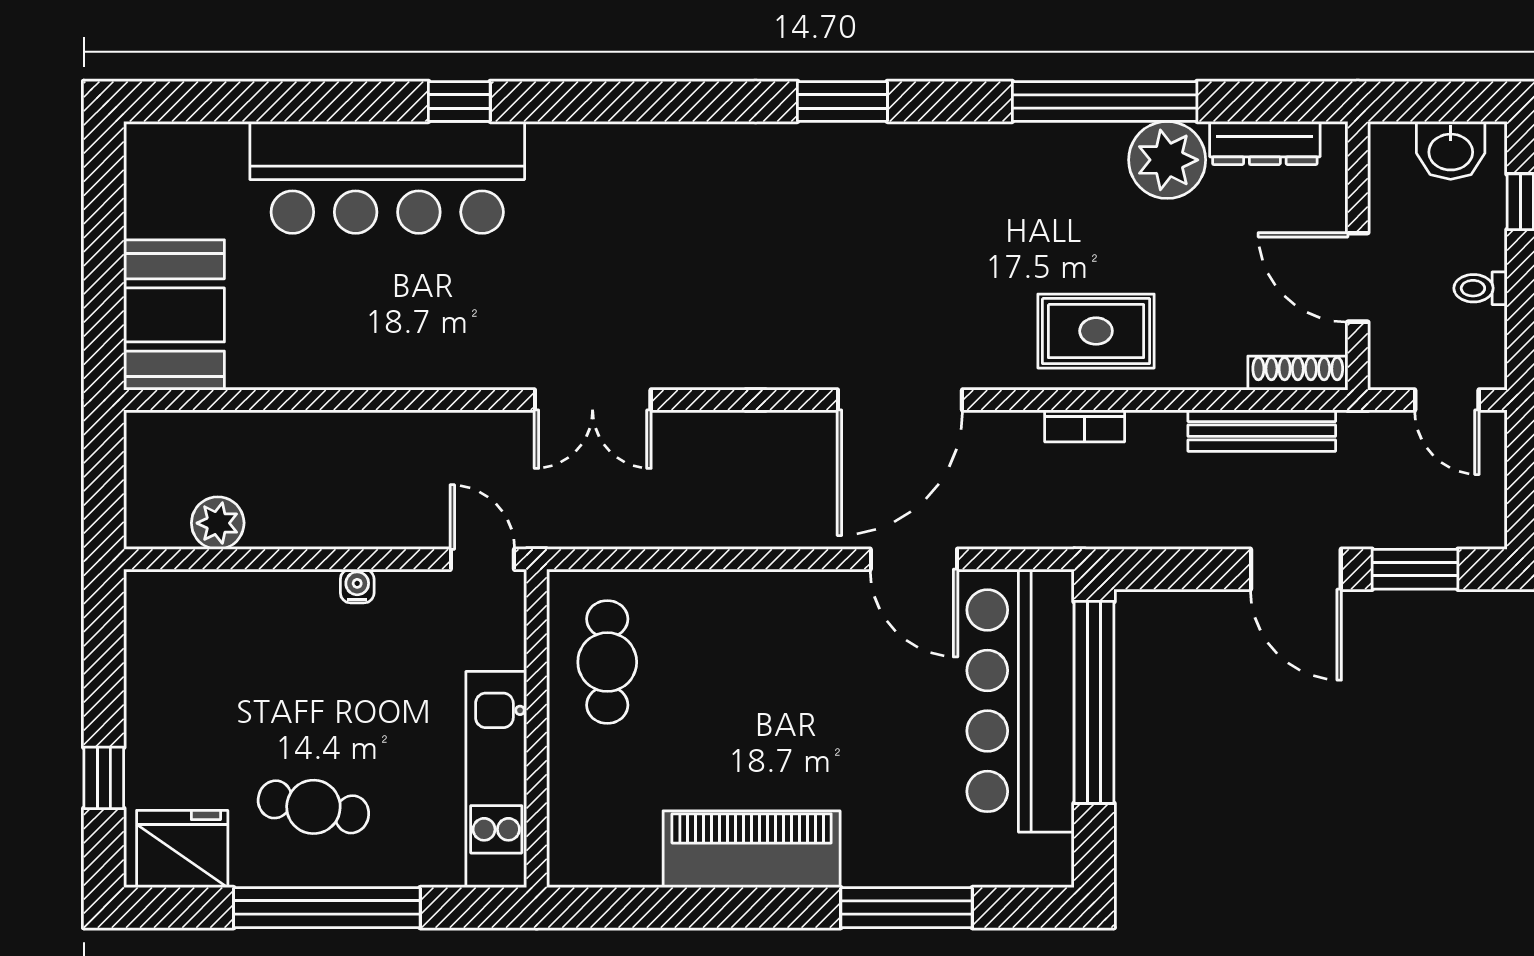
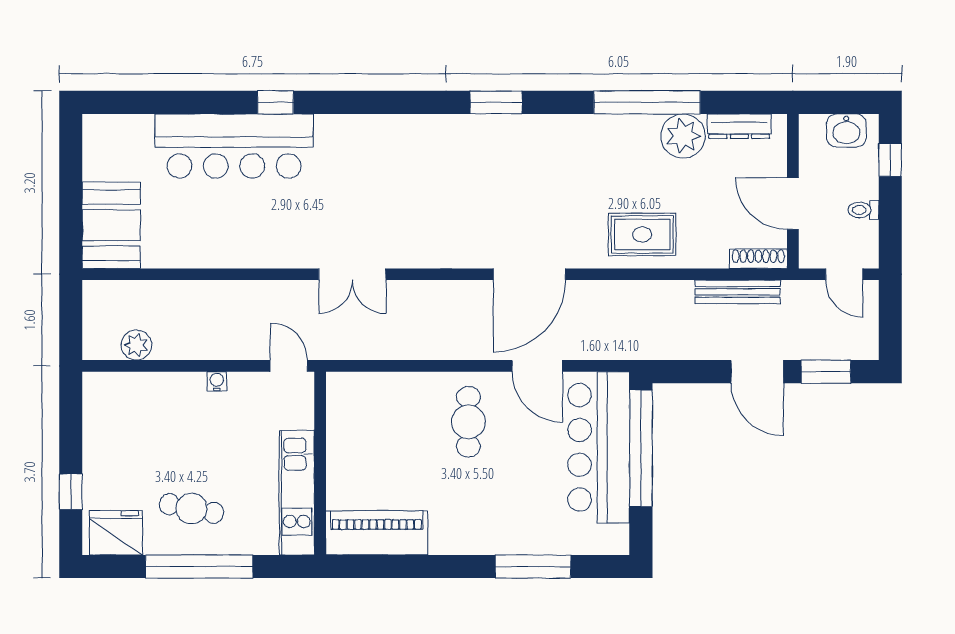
bookcase: (1085, 426) -> (636, 289), removed
cafe table: (607, 662) -> (468, 422), moved
piano: (752, 849) -> (377, 533), moved

